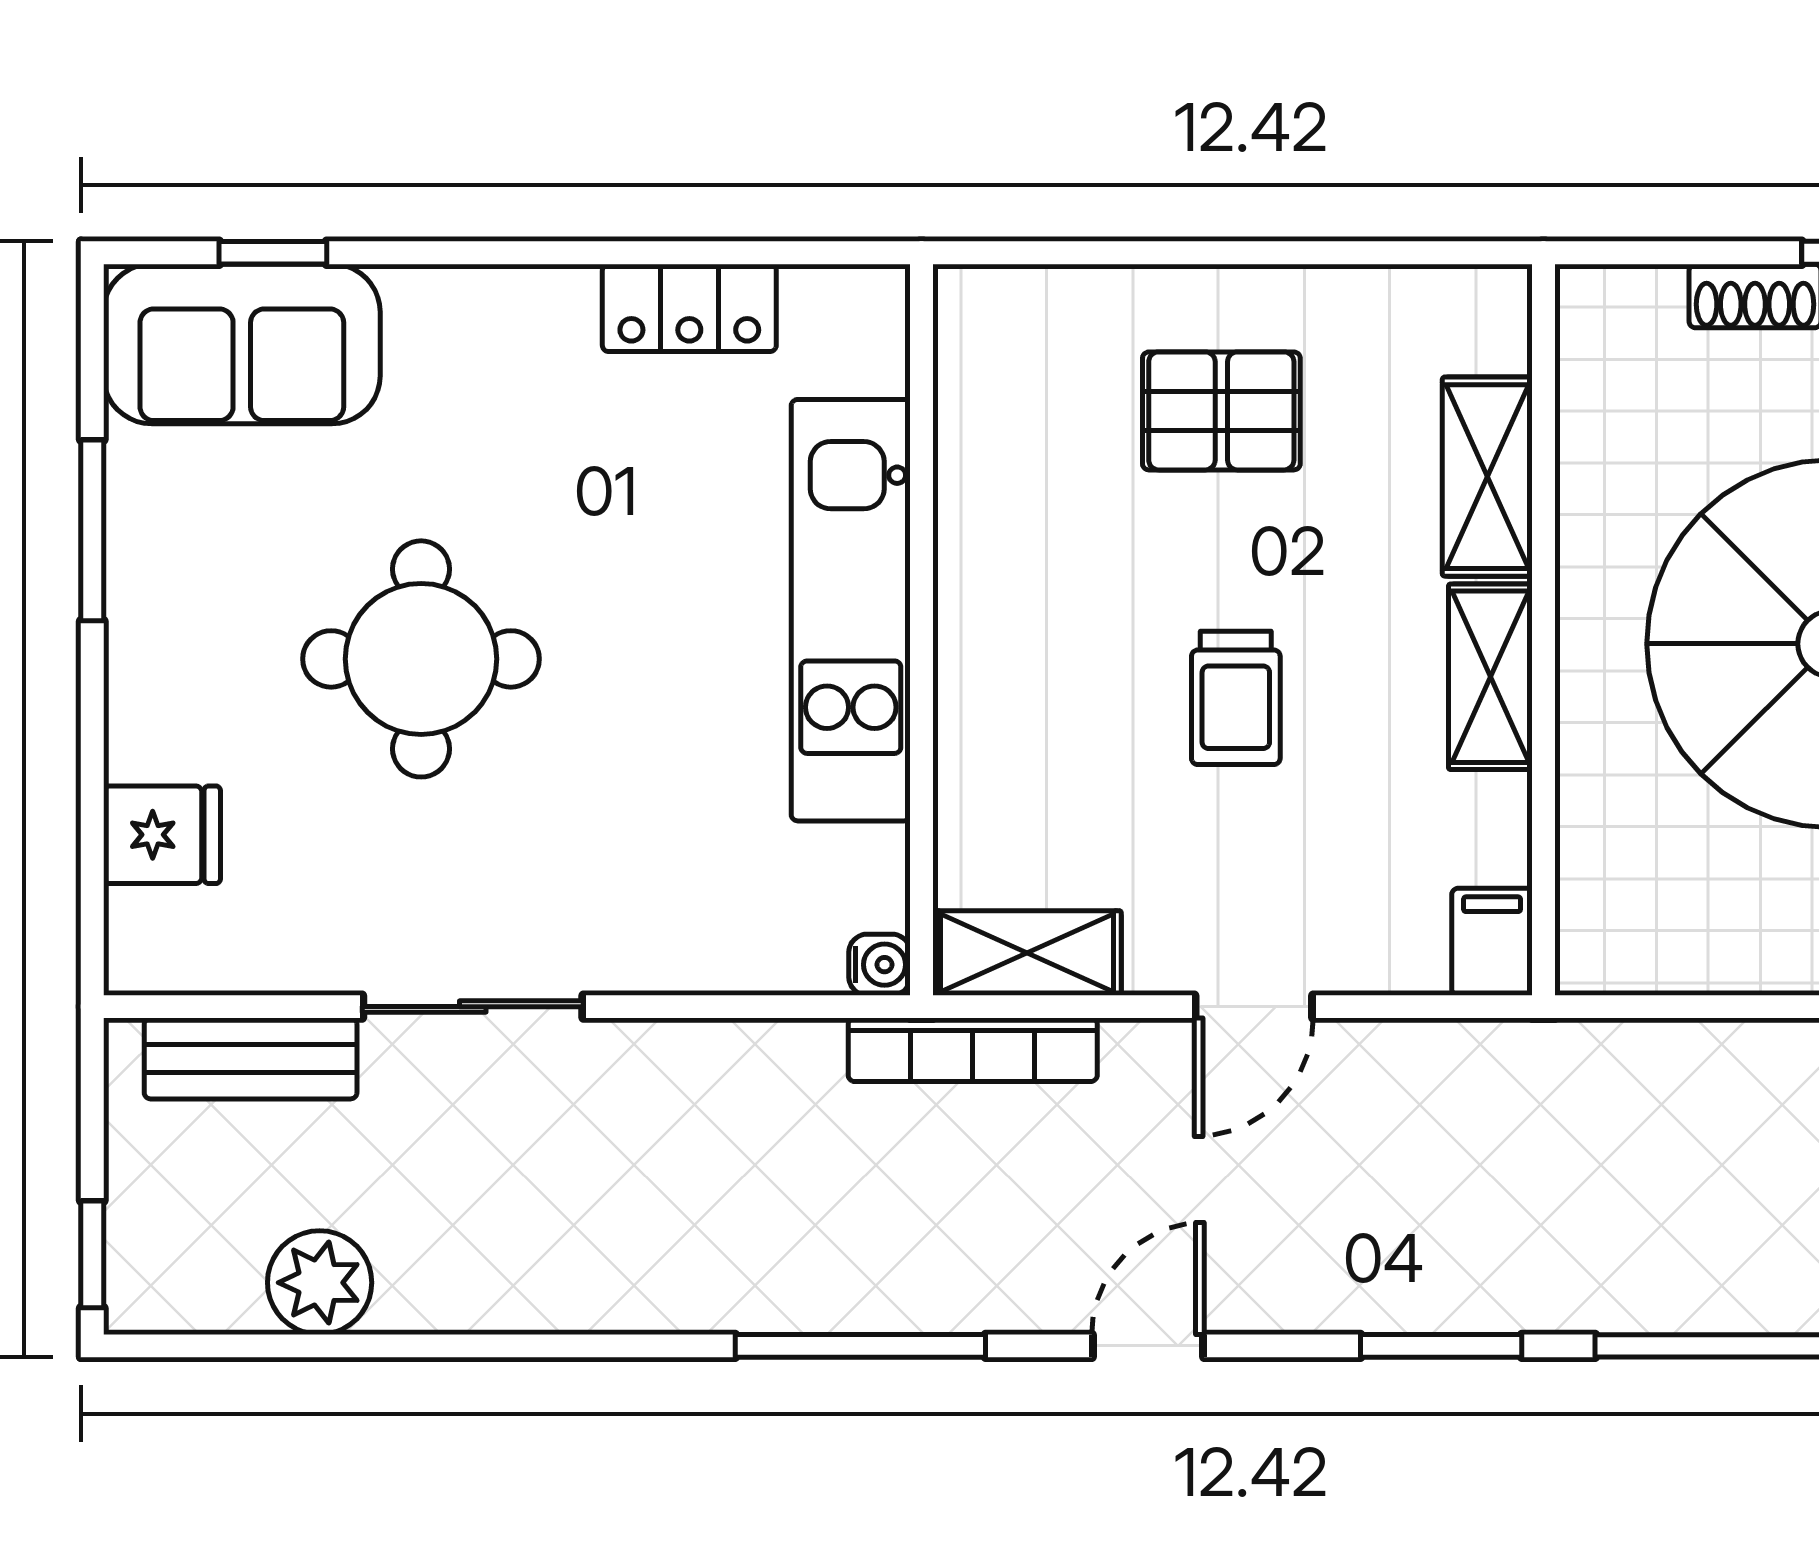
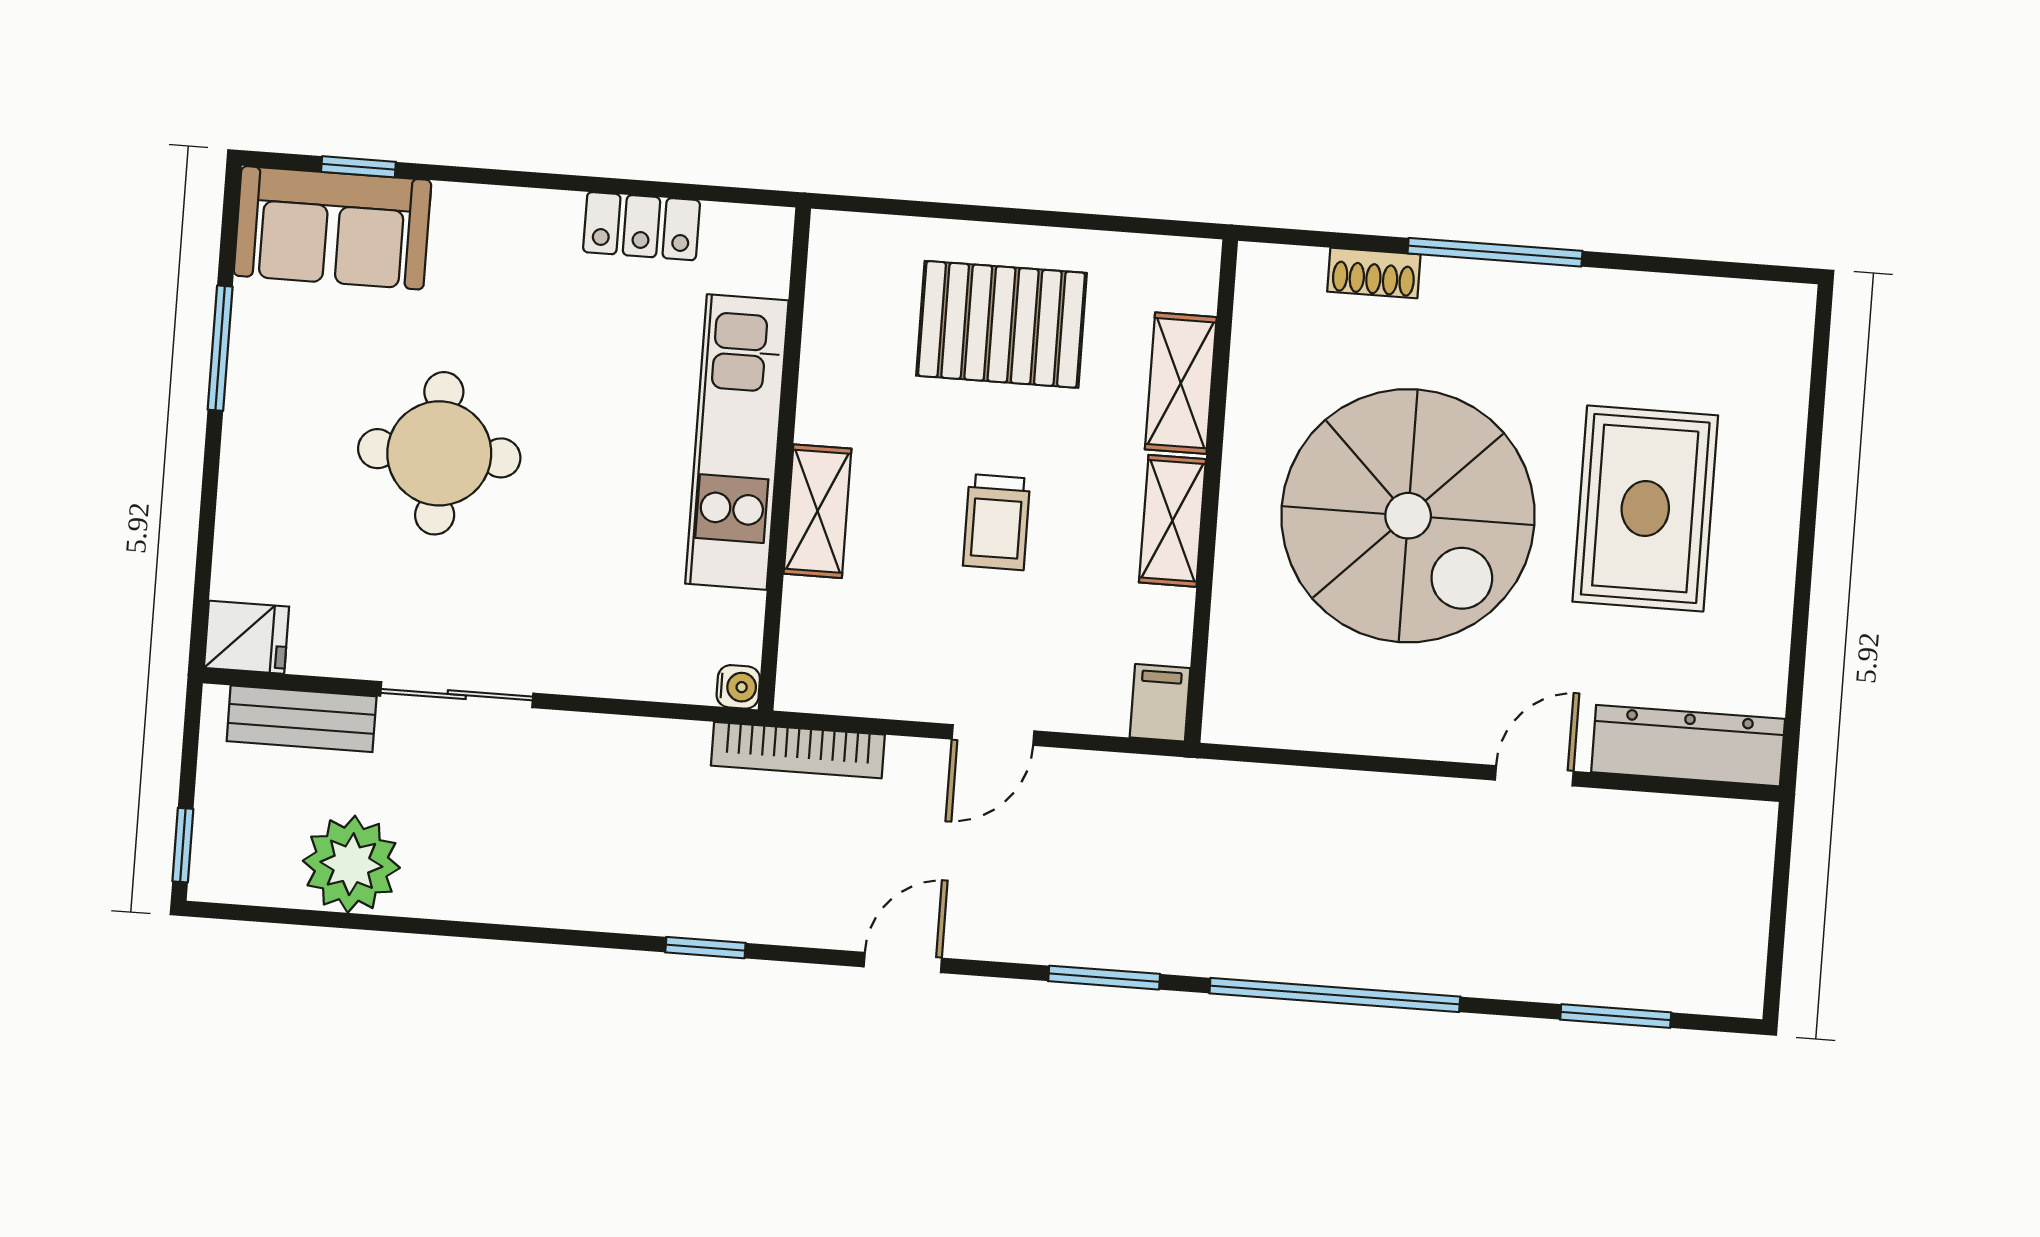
pallet: (1221, 411) -> (1002, 324), width x1.50, depth x1.42
fridge: (162, 835) -> (247, 637), moved
shelving: (1027, 953) -> (818, 511), moved, turned 90
plant: (320, 1283) -> (351, 864), width x1.36, depth x1.36
window: (860, 1346) -> (705, 948), width x0.46

